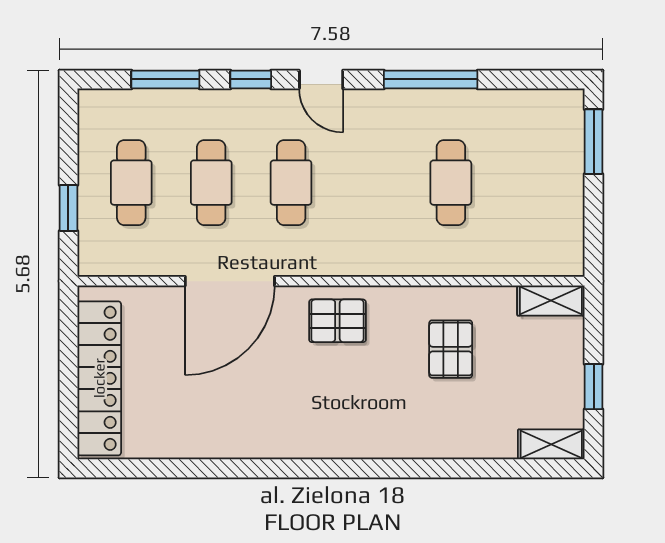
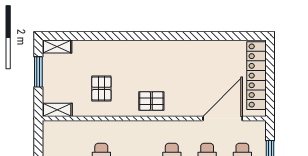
door: (230, 281) -> (223, 118), moved
window: (594, 387) -> (38, 72), width x1.50

